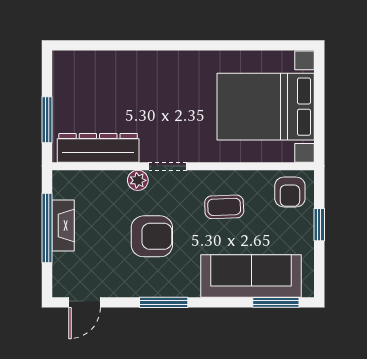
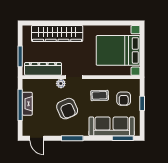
wardrobe: (130, 69) -> (57, 33), added
armchair: (290, 192) -> (124, 99), moved
armchair: (152, 236) -> (67, 109), turned 67
door: (85, 302) -> (37, 138), hinge flipped

